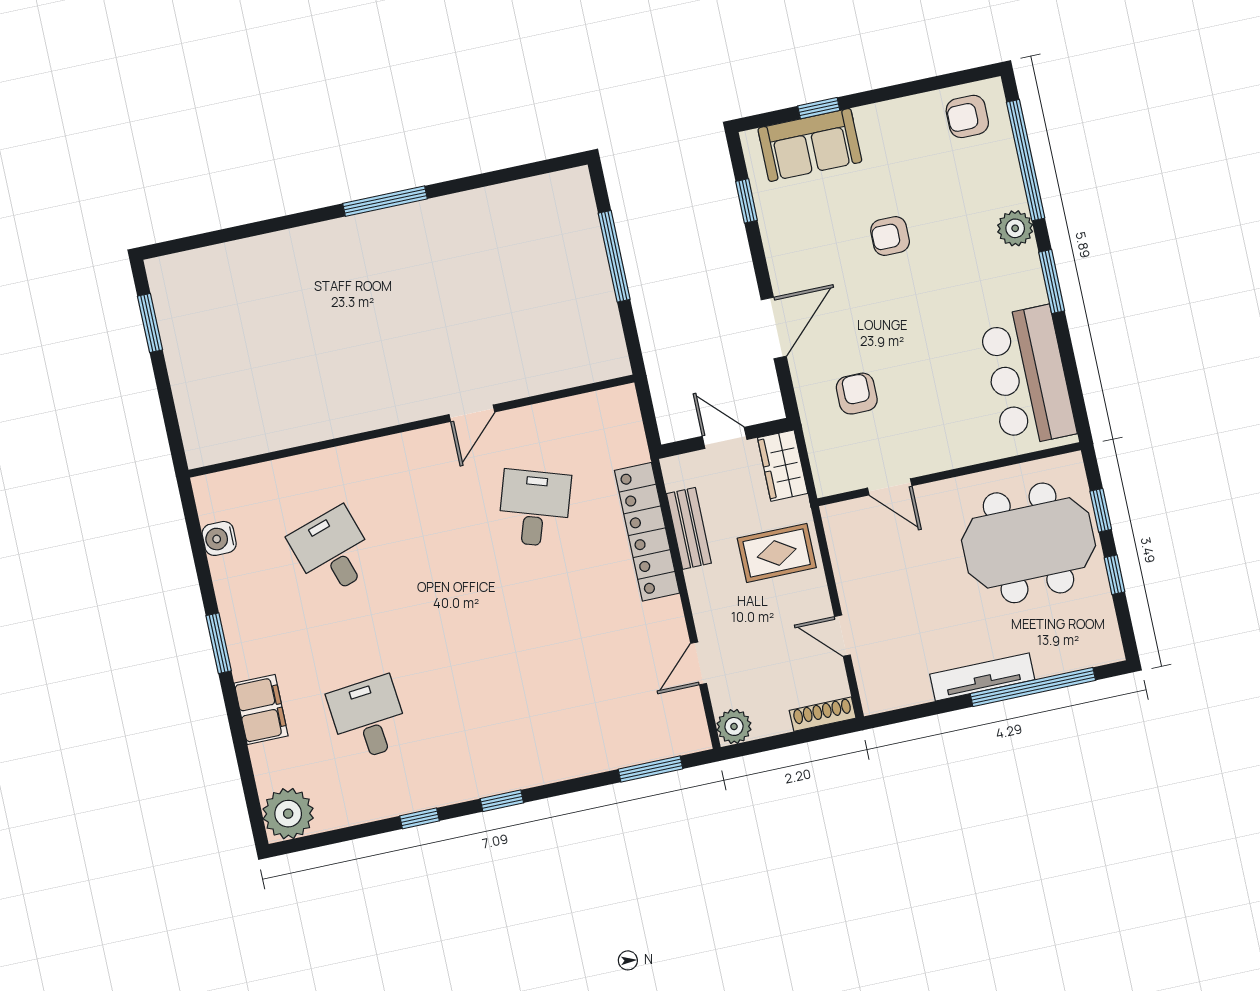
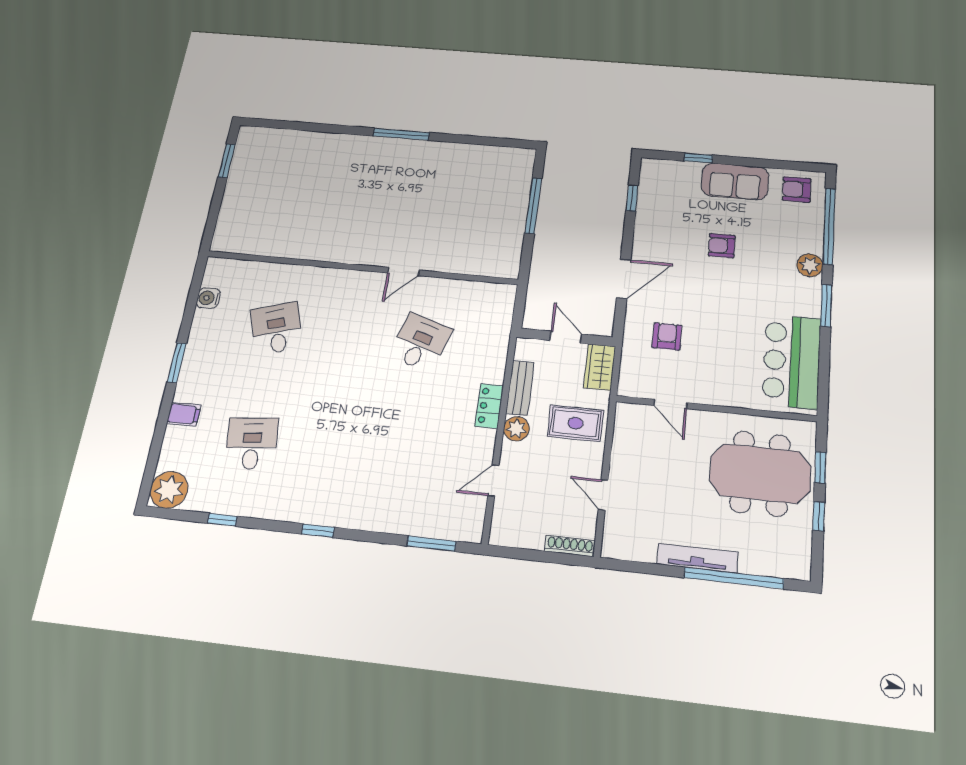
sofa: (810, 145) -> (735, 181), moved
locker: (647, 532) -> (489, 406), width x0.46, depth x0.83
filing cabinet: (261, 710) -> (184, 414), width x0.50
plant: (734, 726) -> (516, 429), moved
window: (420, 818) -> (222, 520), moved

